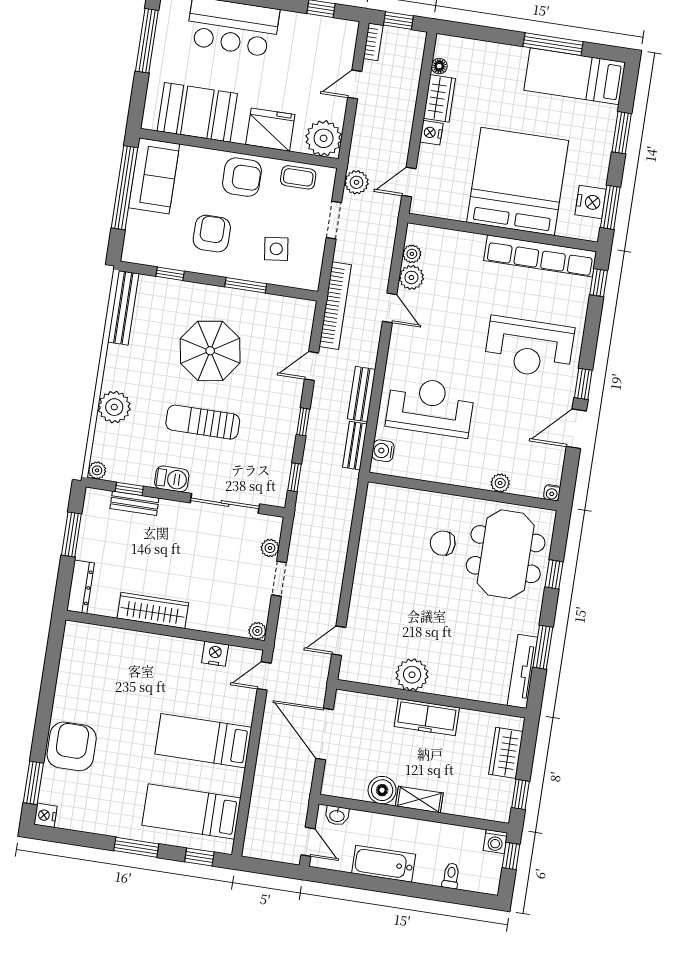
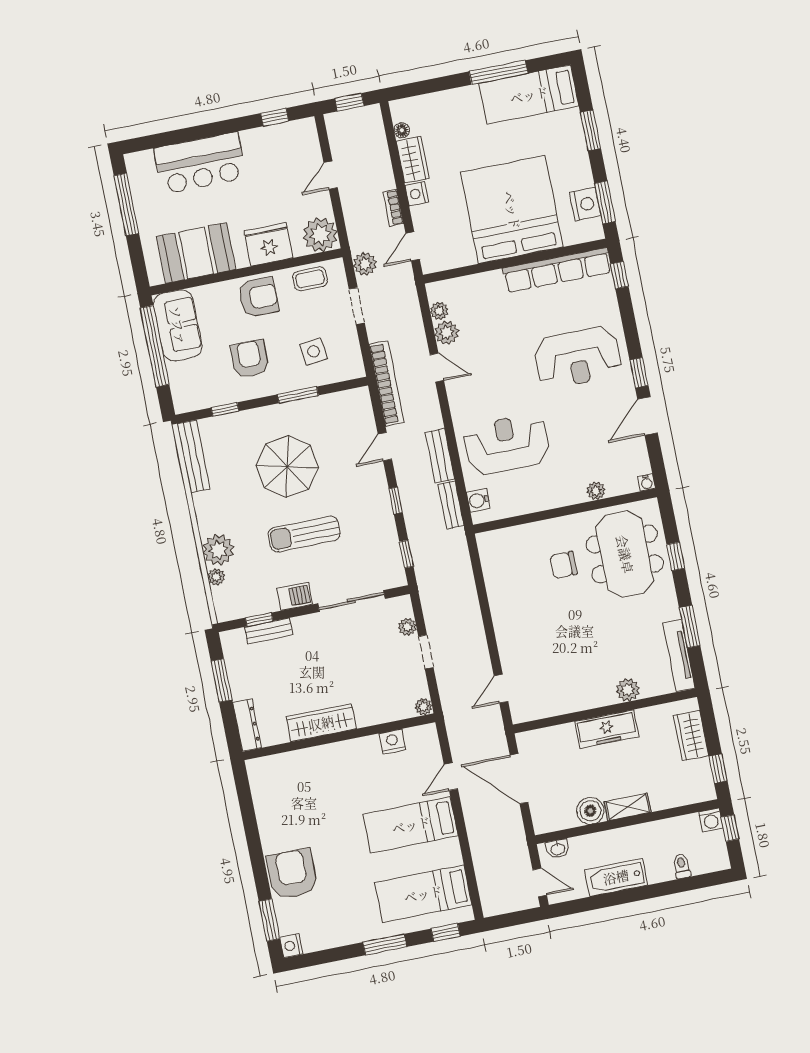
bookcase: (373, 42) -> (393, 208), moved, turned 180
plant: (97, 470) -> (216, 577), moved
plant: (412, 675) -> (628, 690), moved, width x0.73, depth x0.73
door: (264, 676) -> (451, 777), moved

